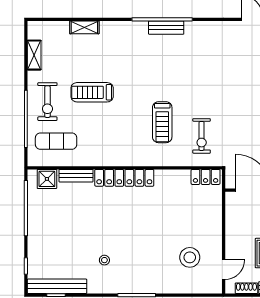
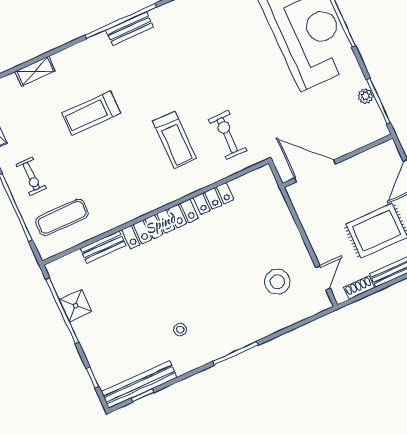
treadmill: (92, 92) -> (91, 113), moved
exercise bike: (47, 102) -> (31, 176), width x0.73, depth x0.72
exercise bike: (202, 136) -> (227, 135), turned 180
locker: (206, 177) -> (213, 199), moved
shower: (47, 179) -> (76, 306), moved

